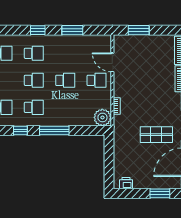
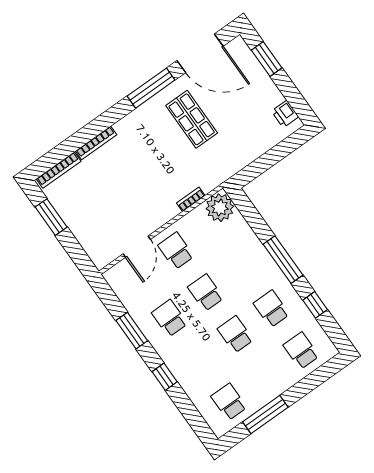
window: (139, 30) -> (51, 217), moved
school desk: (34, 53) -> (170, 318), moved

